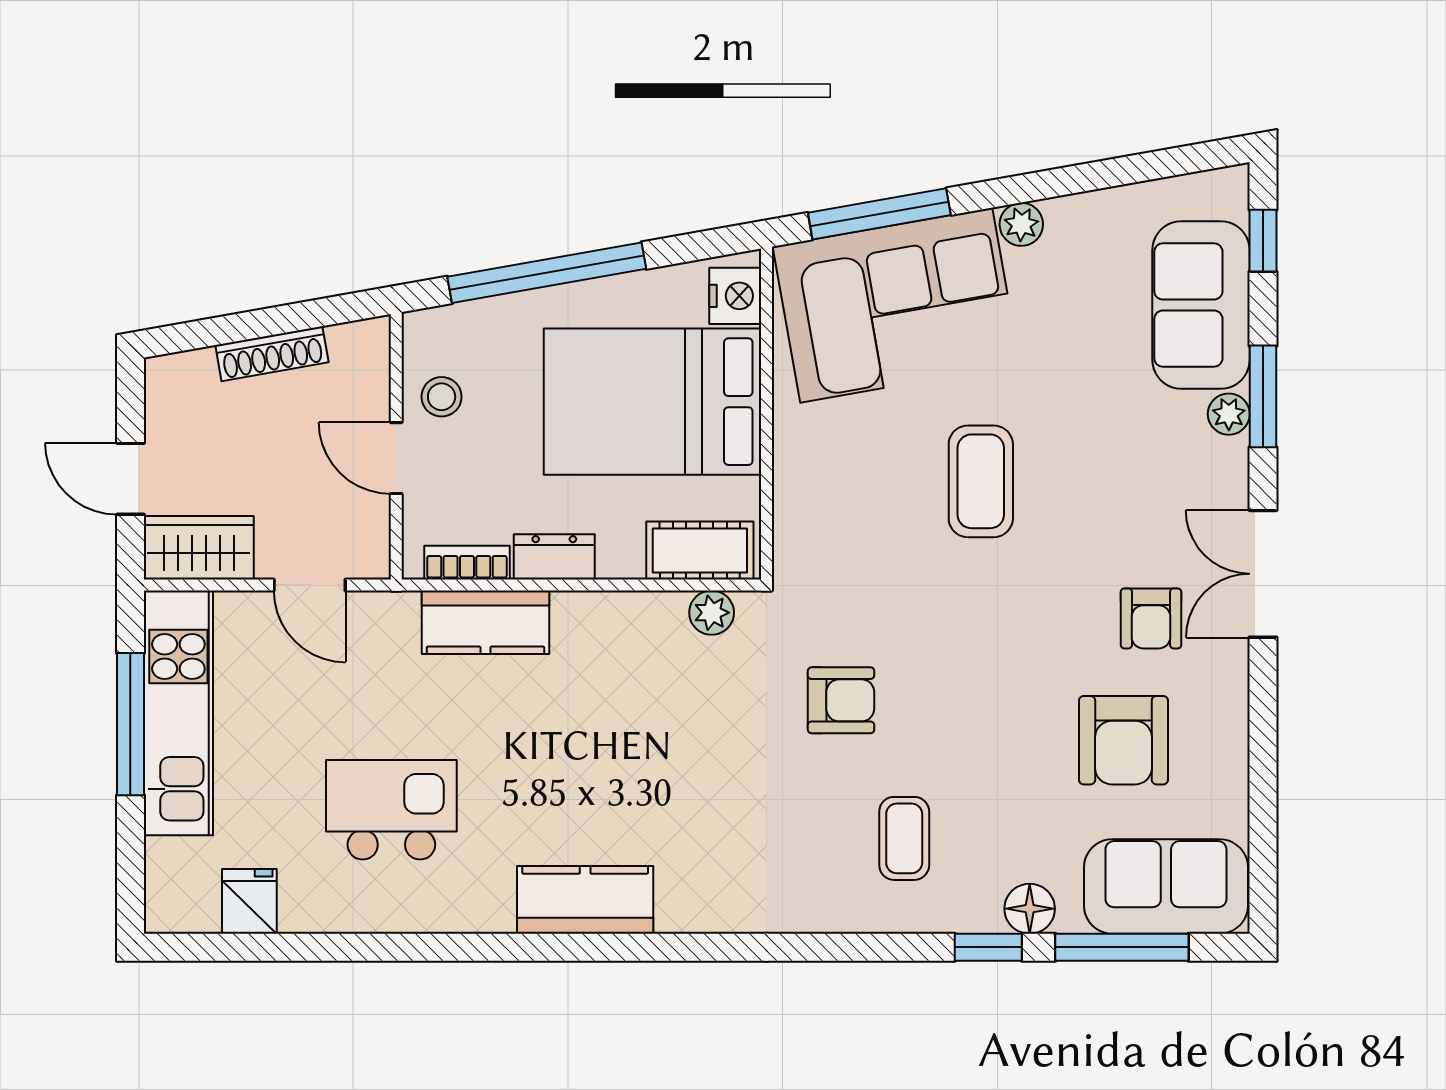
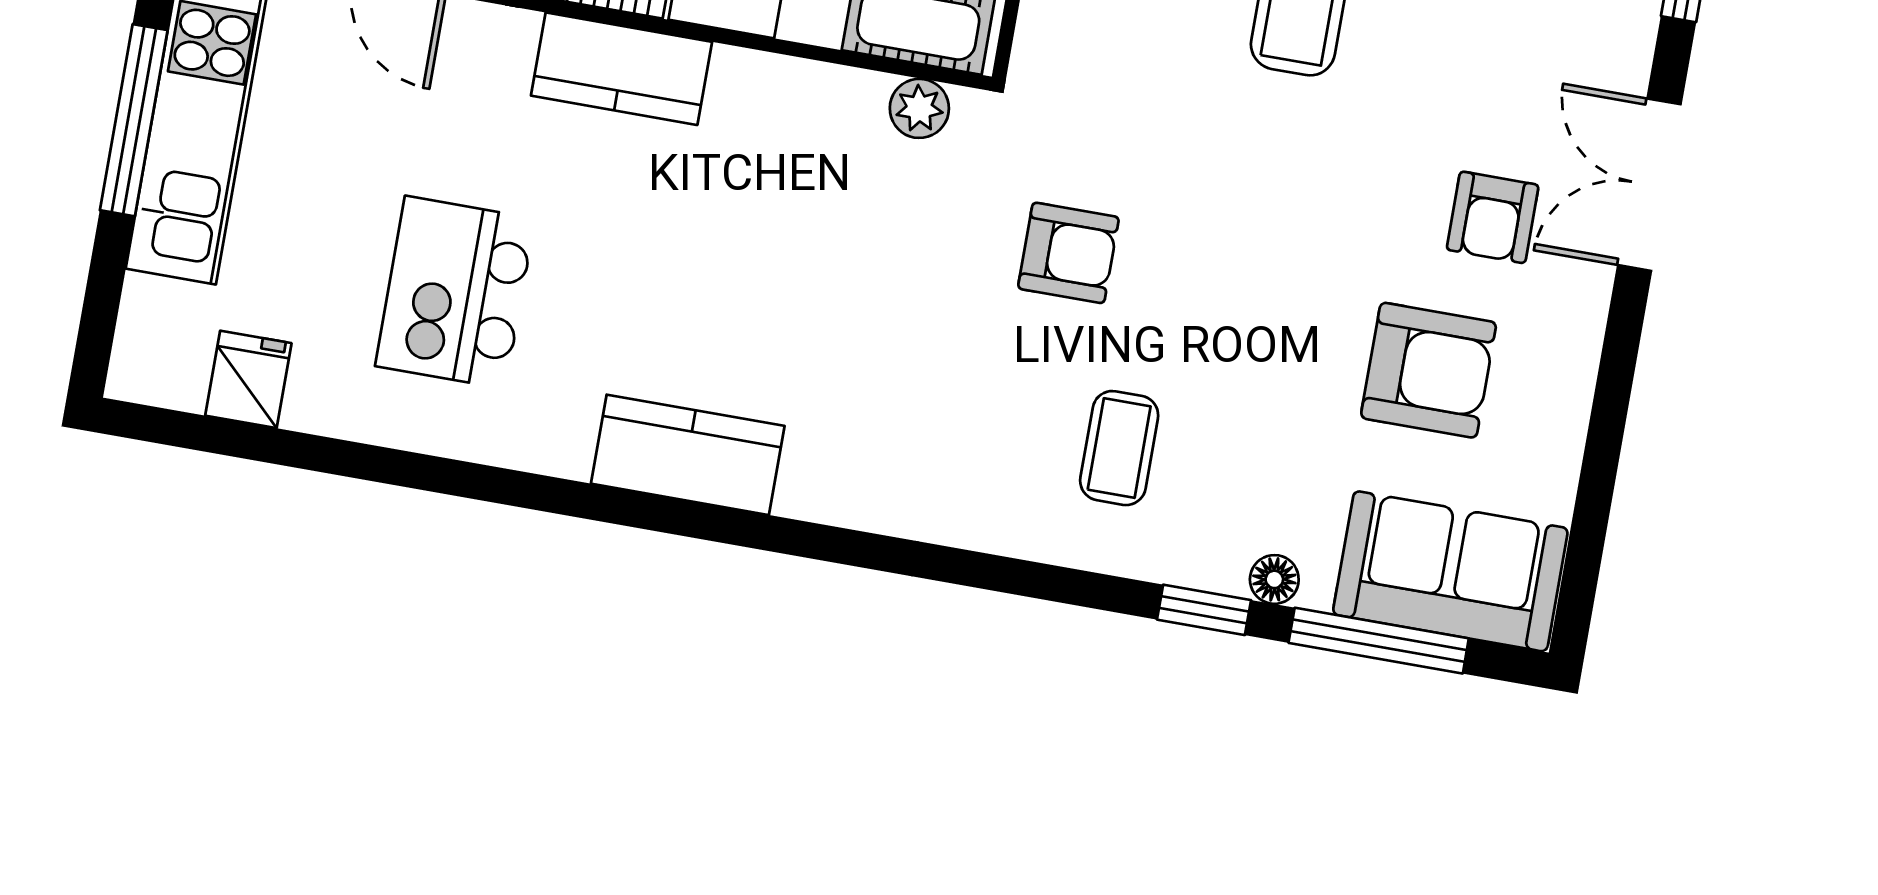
armchair: (1123, 740) -> (1429, 370), turned -90
kitchen island: (391, 810) -> (455, 292), turned -90
floor lamp: (1030, 909) -> (1274, 579), width x0.73, depth x0.73

